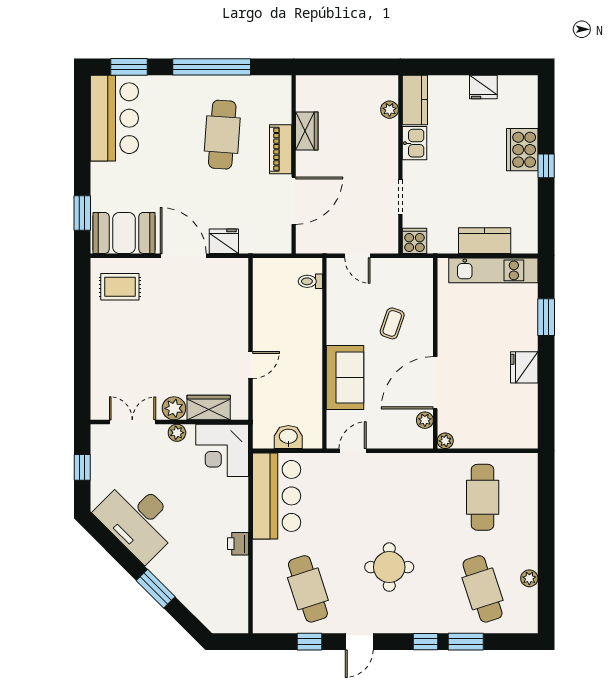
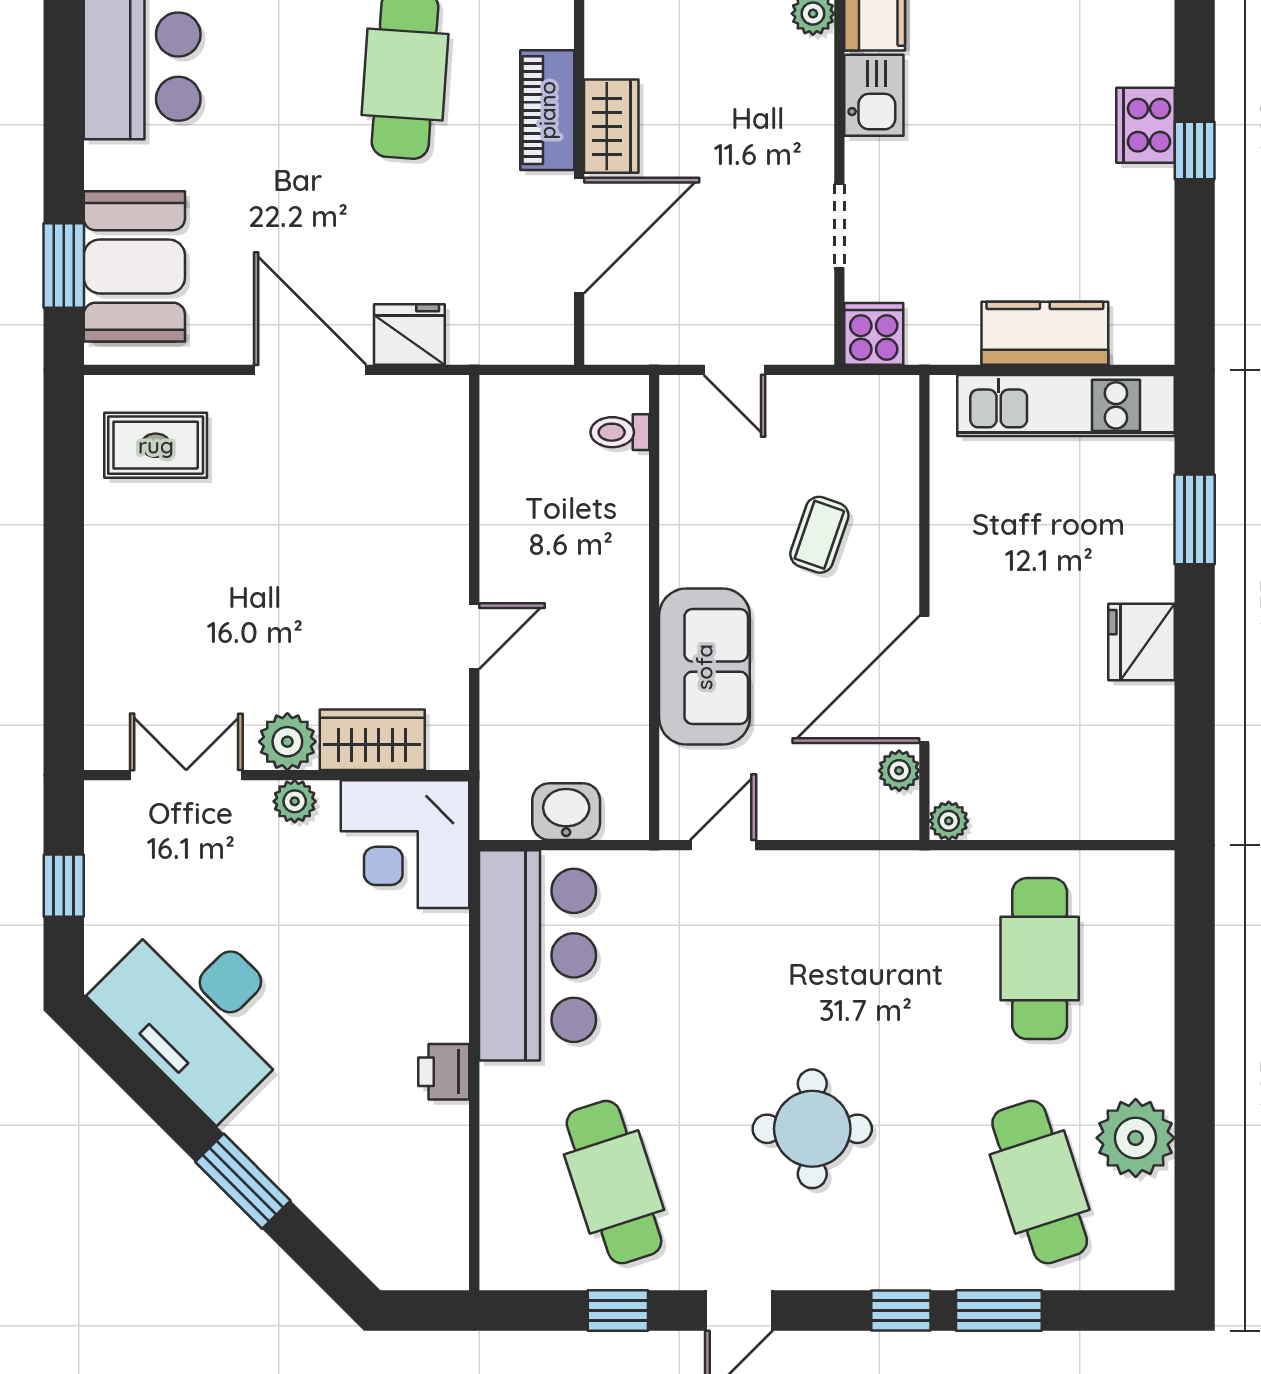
wardrobe: (307, 131) -> (611, 126), moved
cooker: (522, 150) -> (1146, 125), width x0.73, depth x0.76
booth: (124, 233) -> (134, 266), moved, turned 90
plant: (529, 578) -> (1136, 1138), width x1.87, depth x1.87

